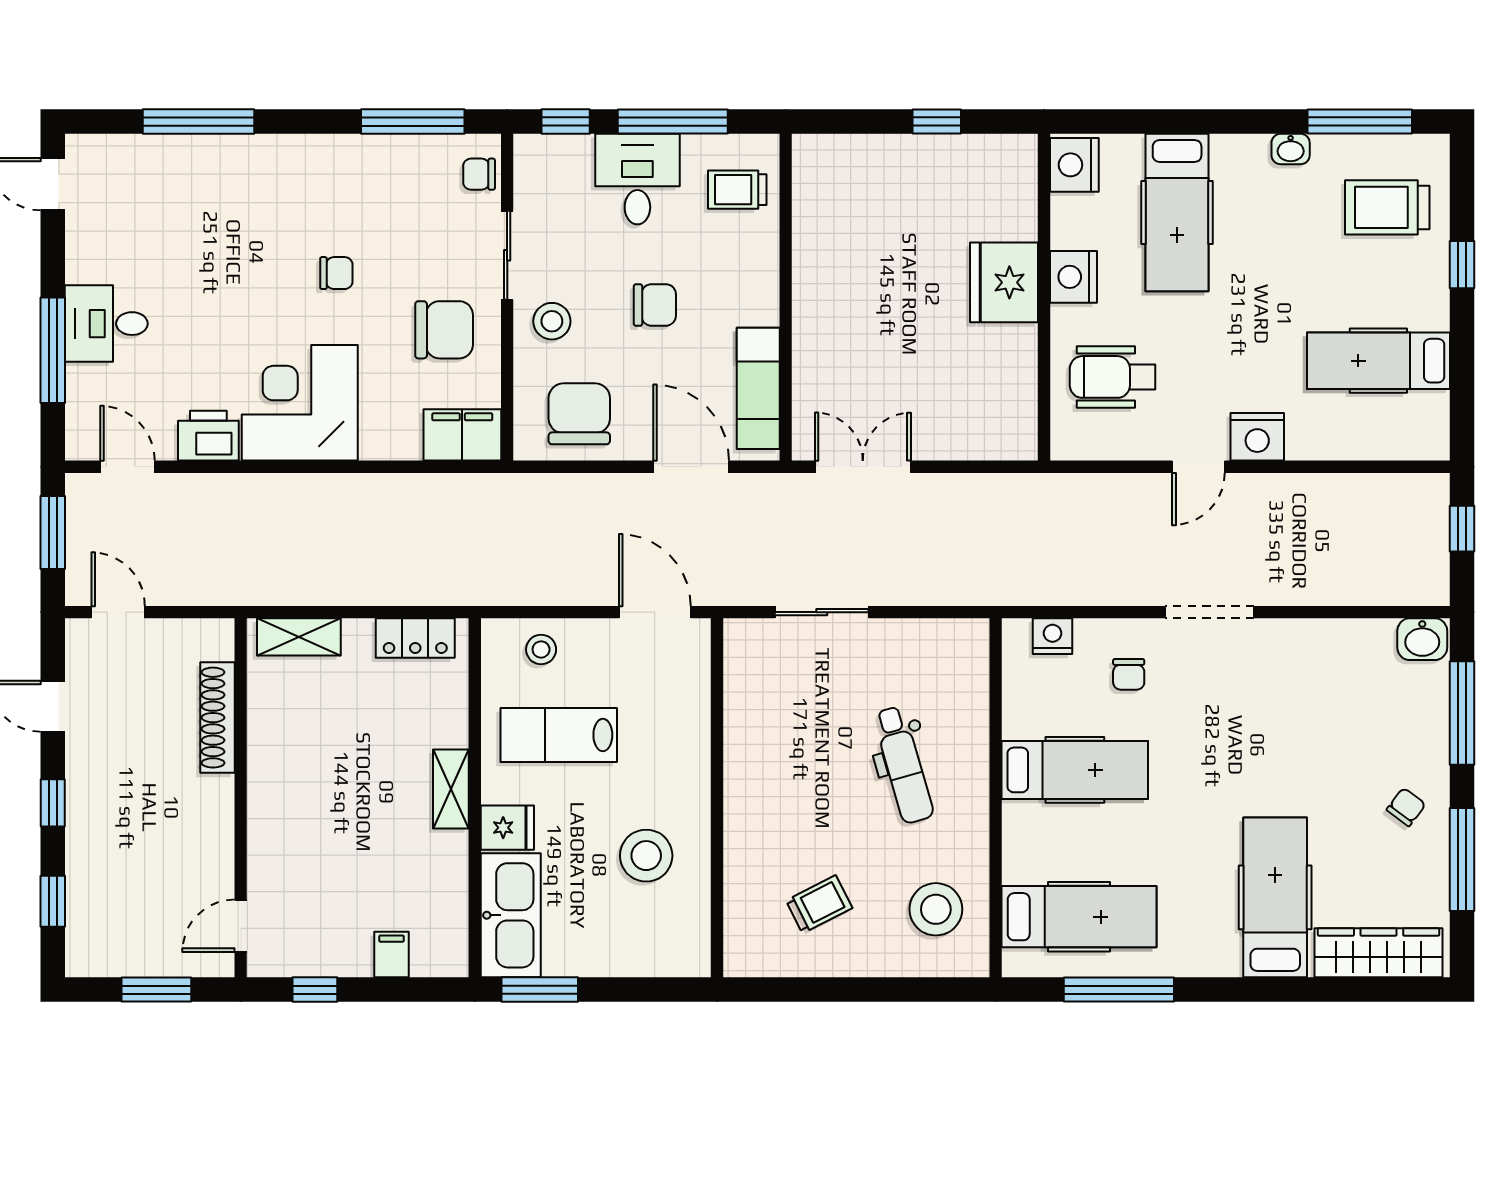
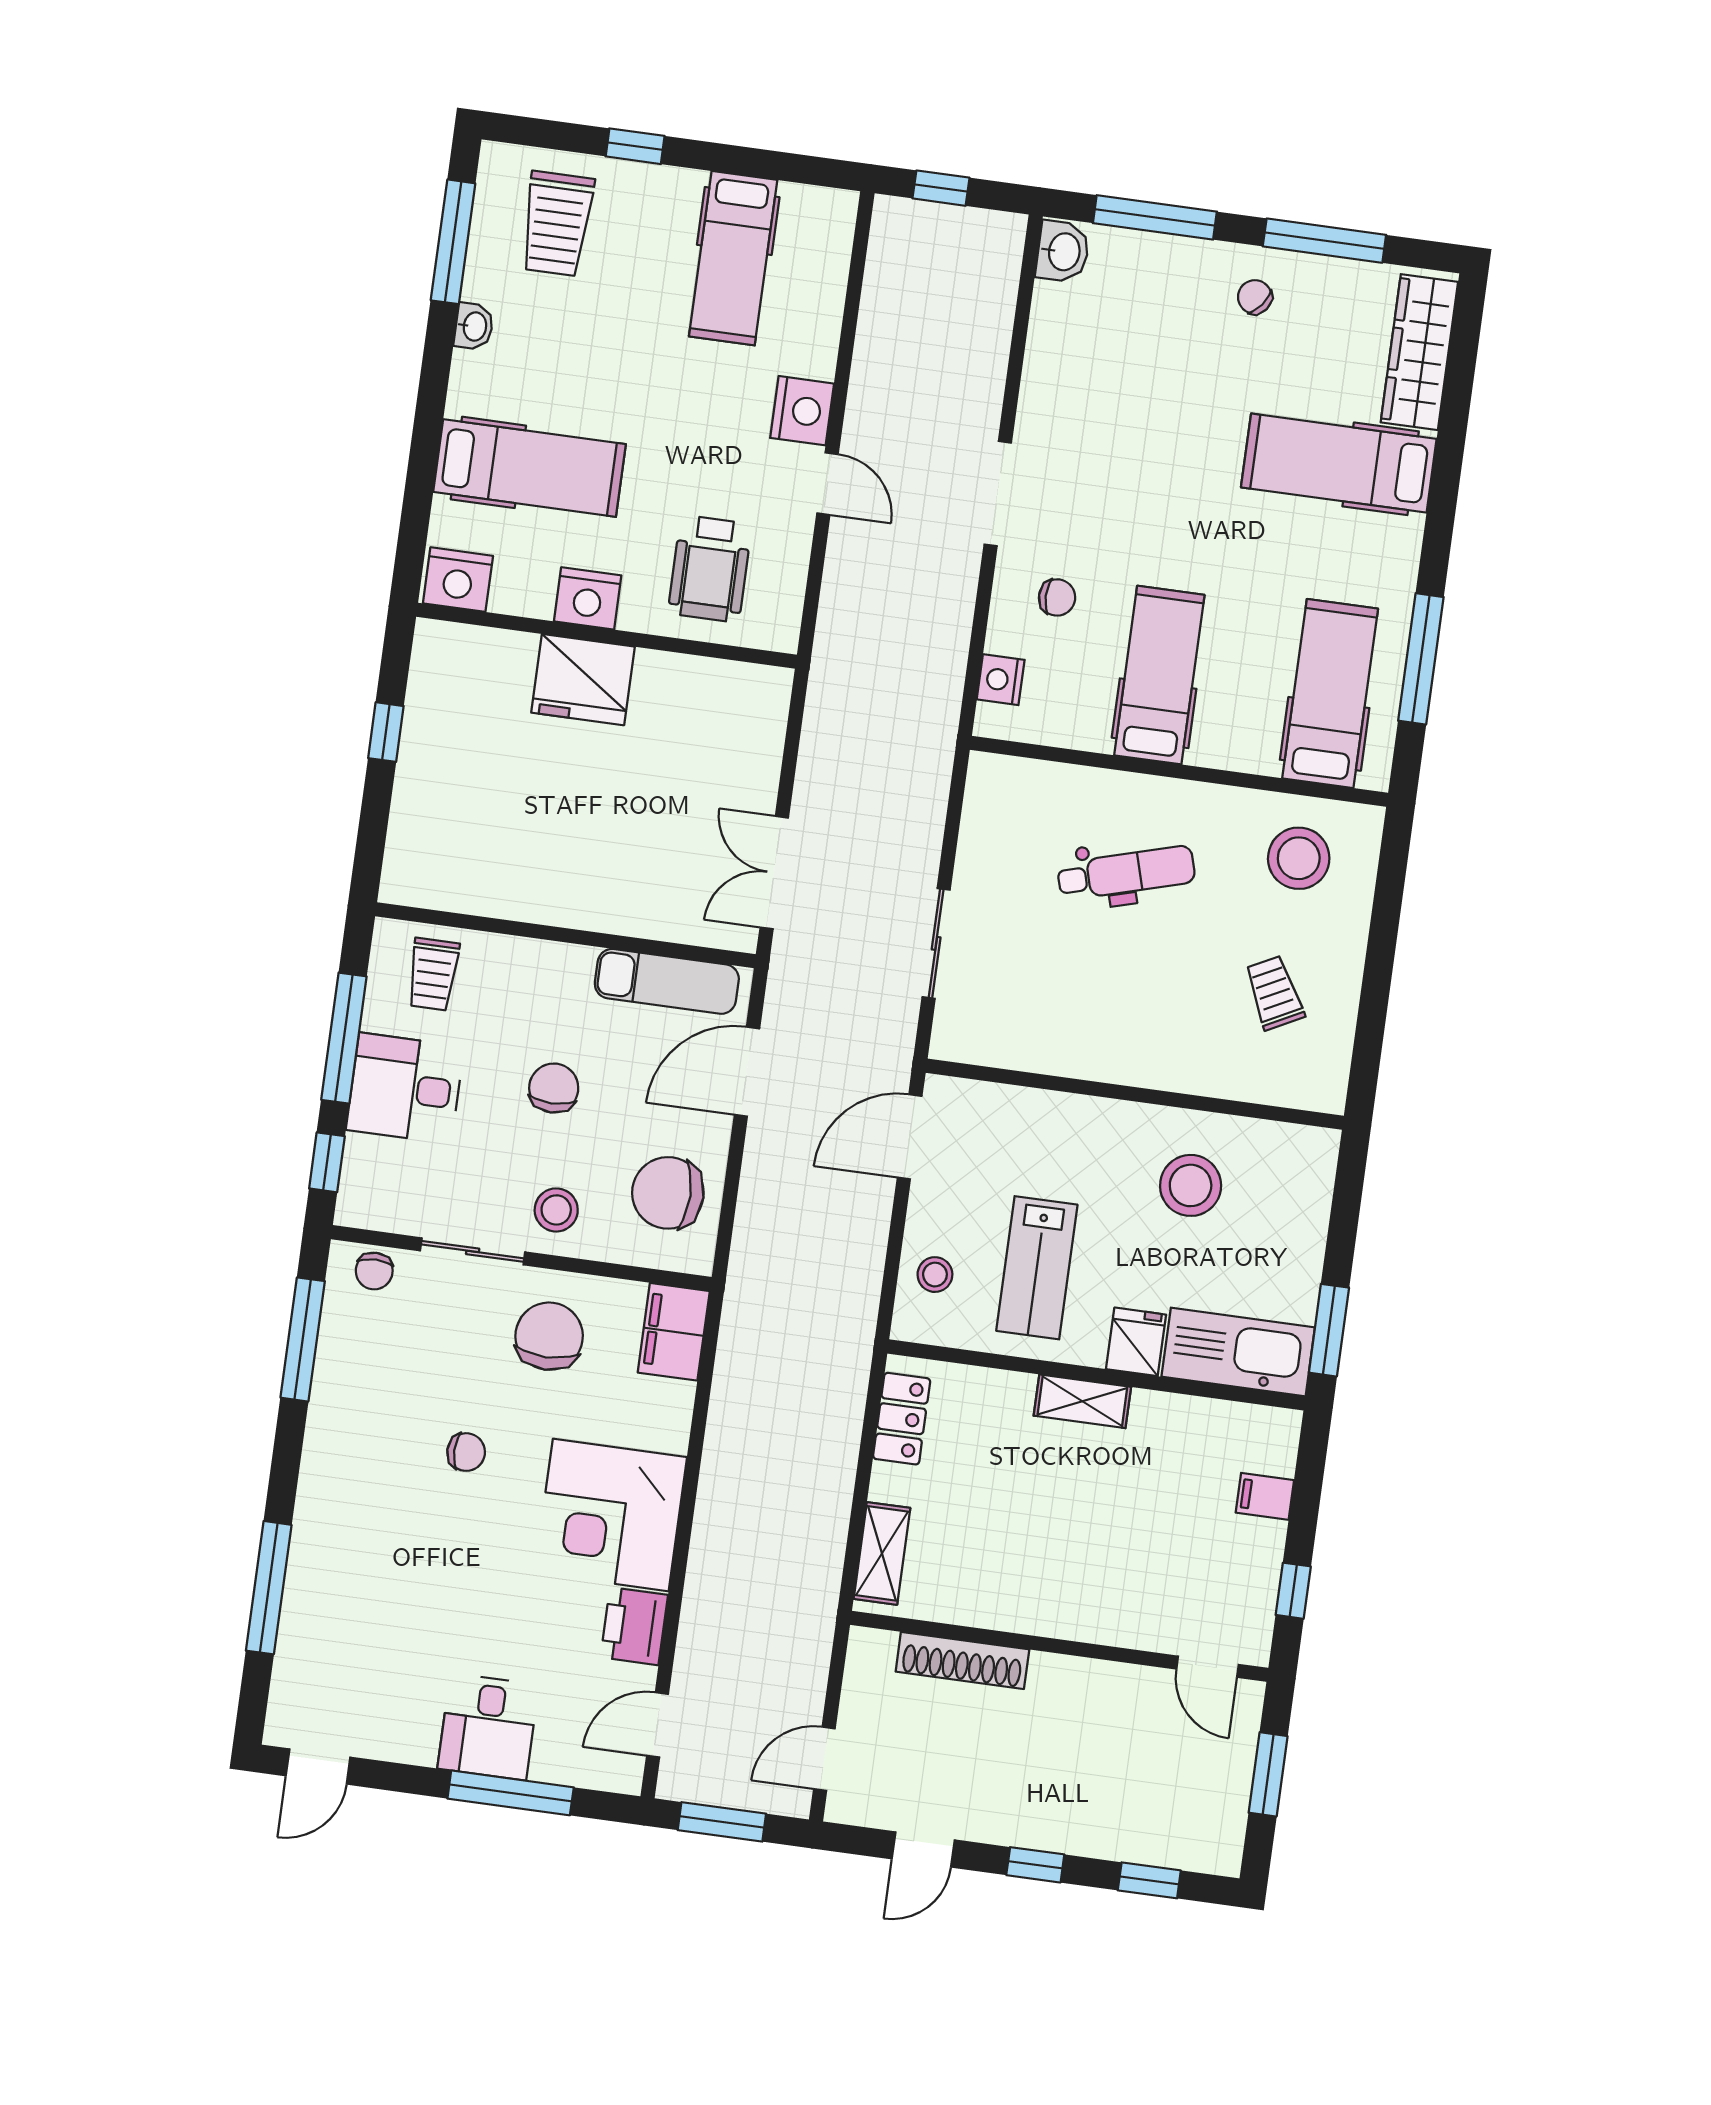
chair: (336, 273) -> (466, 1452), turned 90

